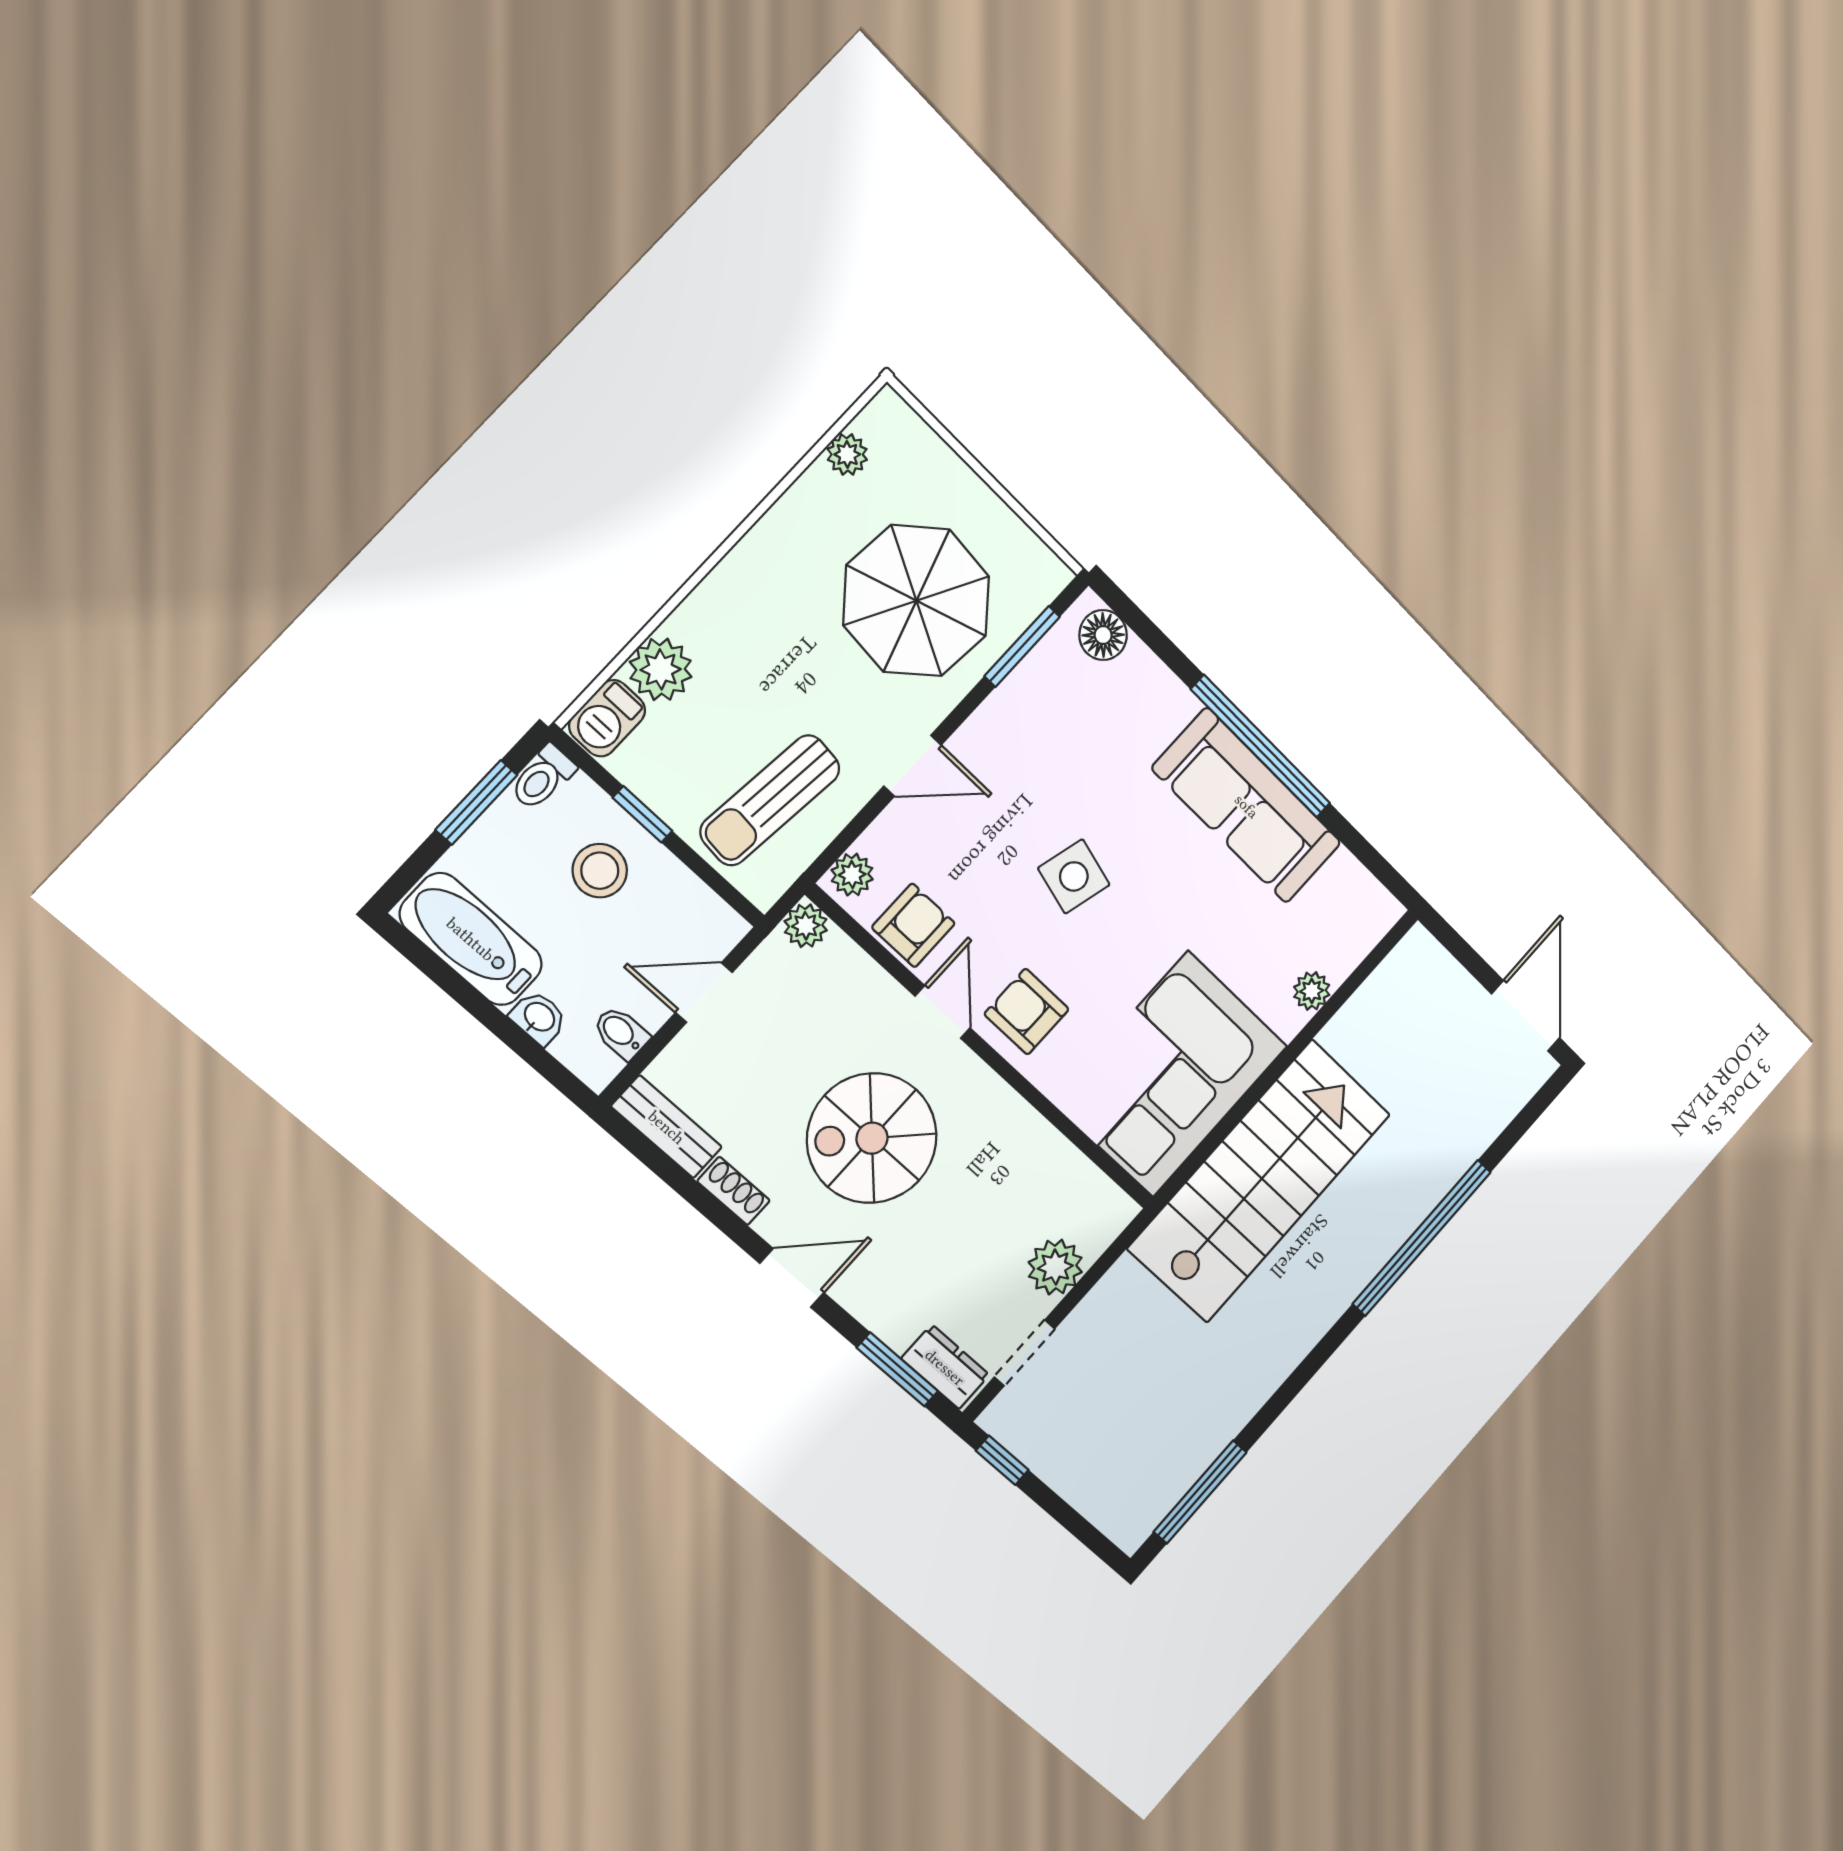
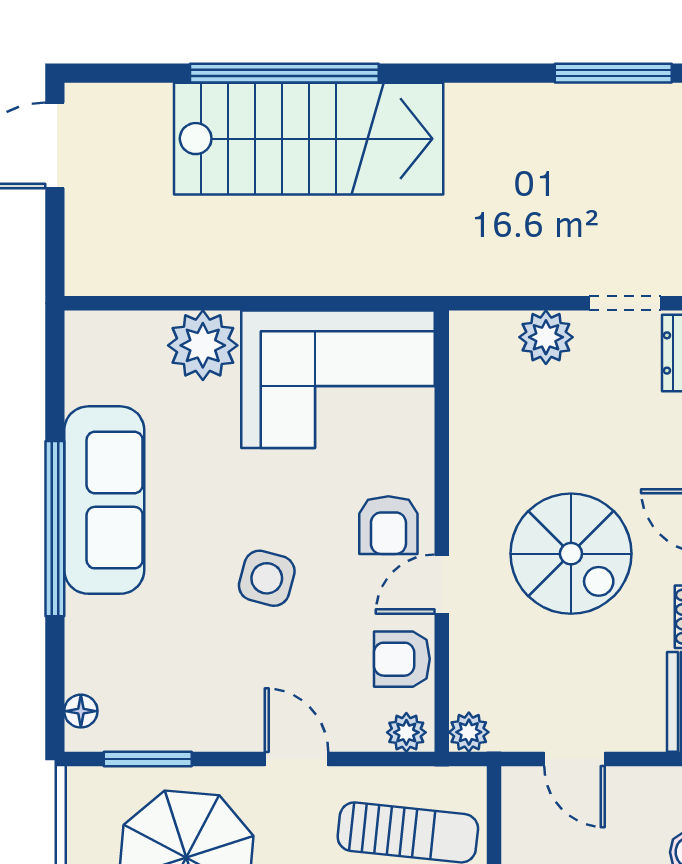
floor lamp: (1103, 635) -> (81, 711), width x0.73, depth x0.73
plant: (1312, 991) -> (203, 345), width x1.88, depth x1.88
bidet: (621, 1033) -> (650, 789), removed
stairs: (1260, 1181) -> (309, 139), moved, turned 180

